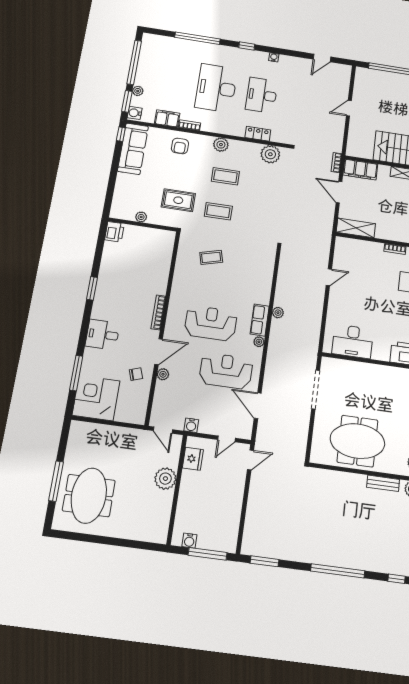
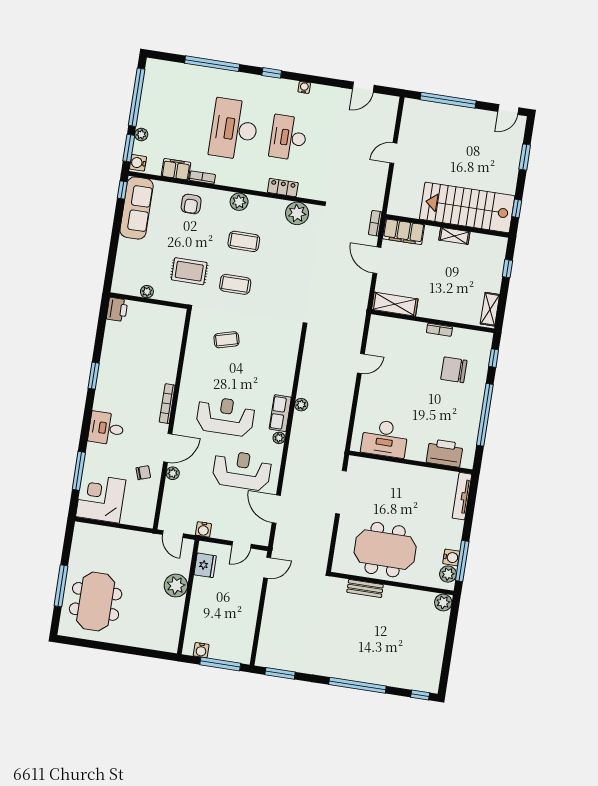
bench: (383, 483) -> (365, 588), moved

